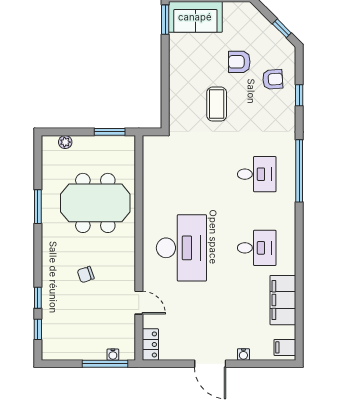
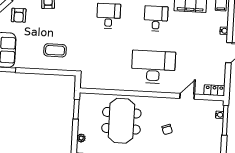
armchair: (239, 62) -> (19, 15), moved
coffee table: (217, 104) -> (55, 50), moved

